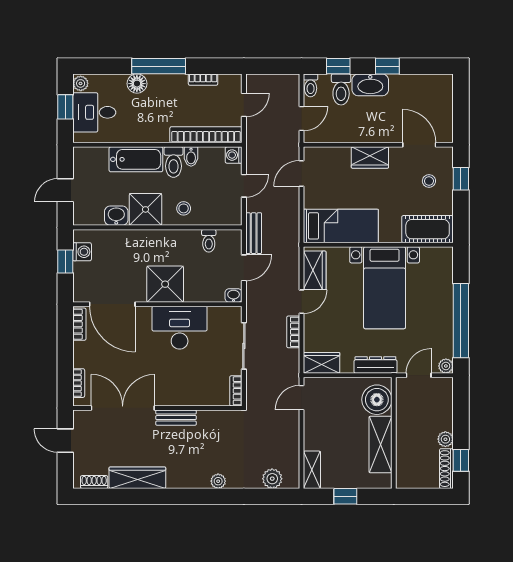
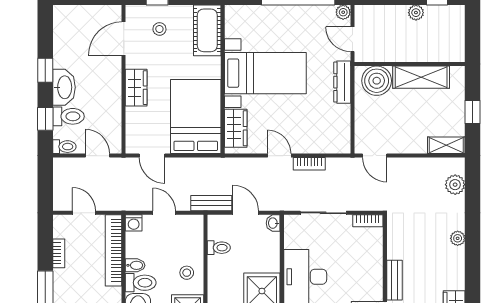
bed: (341, 226) -> (196, 116), width x1.50
wardrobe: (315, 270) -> (236, 128), moved, turned 90
wardrobe: (322, 363) -> (340, 136), removed
shoe rack: (446, 469) -> (445, 12), removed

